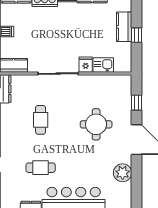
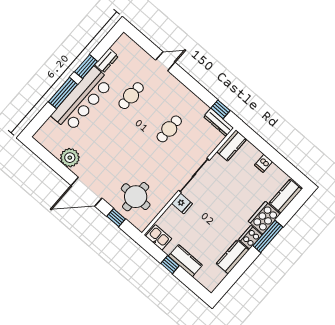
kitchen sink: (103, 65) -> (159, 237), moved, turned -90
cafe table: (41, 120) -> (169, 129), turned 90
round table: (96, 124) -> (136, 197), moved

